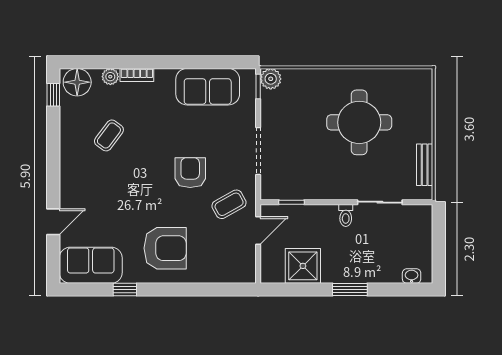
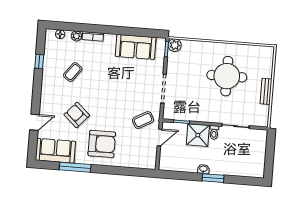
floor lamp: (77, 82) -> (60, 34), width x0.53, depth x0.53
window: (53, 95) -> (39, 61), moved
bench: (425, 165) -> (266, 91), moved
armchair: (190, 173) -> (77, 115), moved, turned -48
shower: (303, 266) -> (198, 135), moved
washbasin: (412, 276) -> (203, 169), moved
window: (125, 289) -> (75, 167), width x2.17

